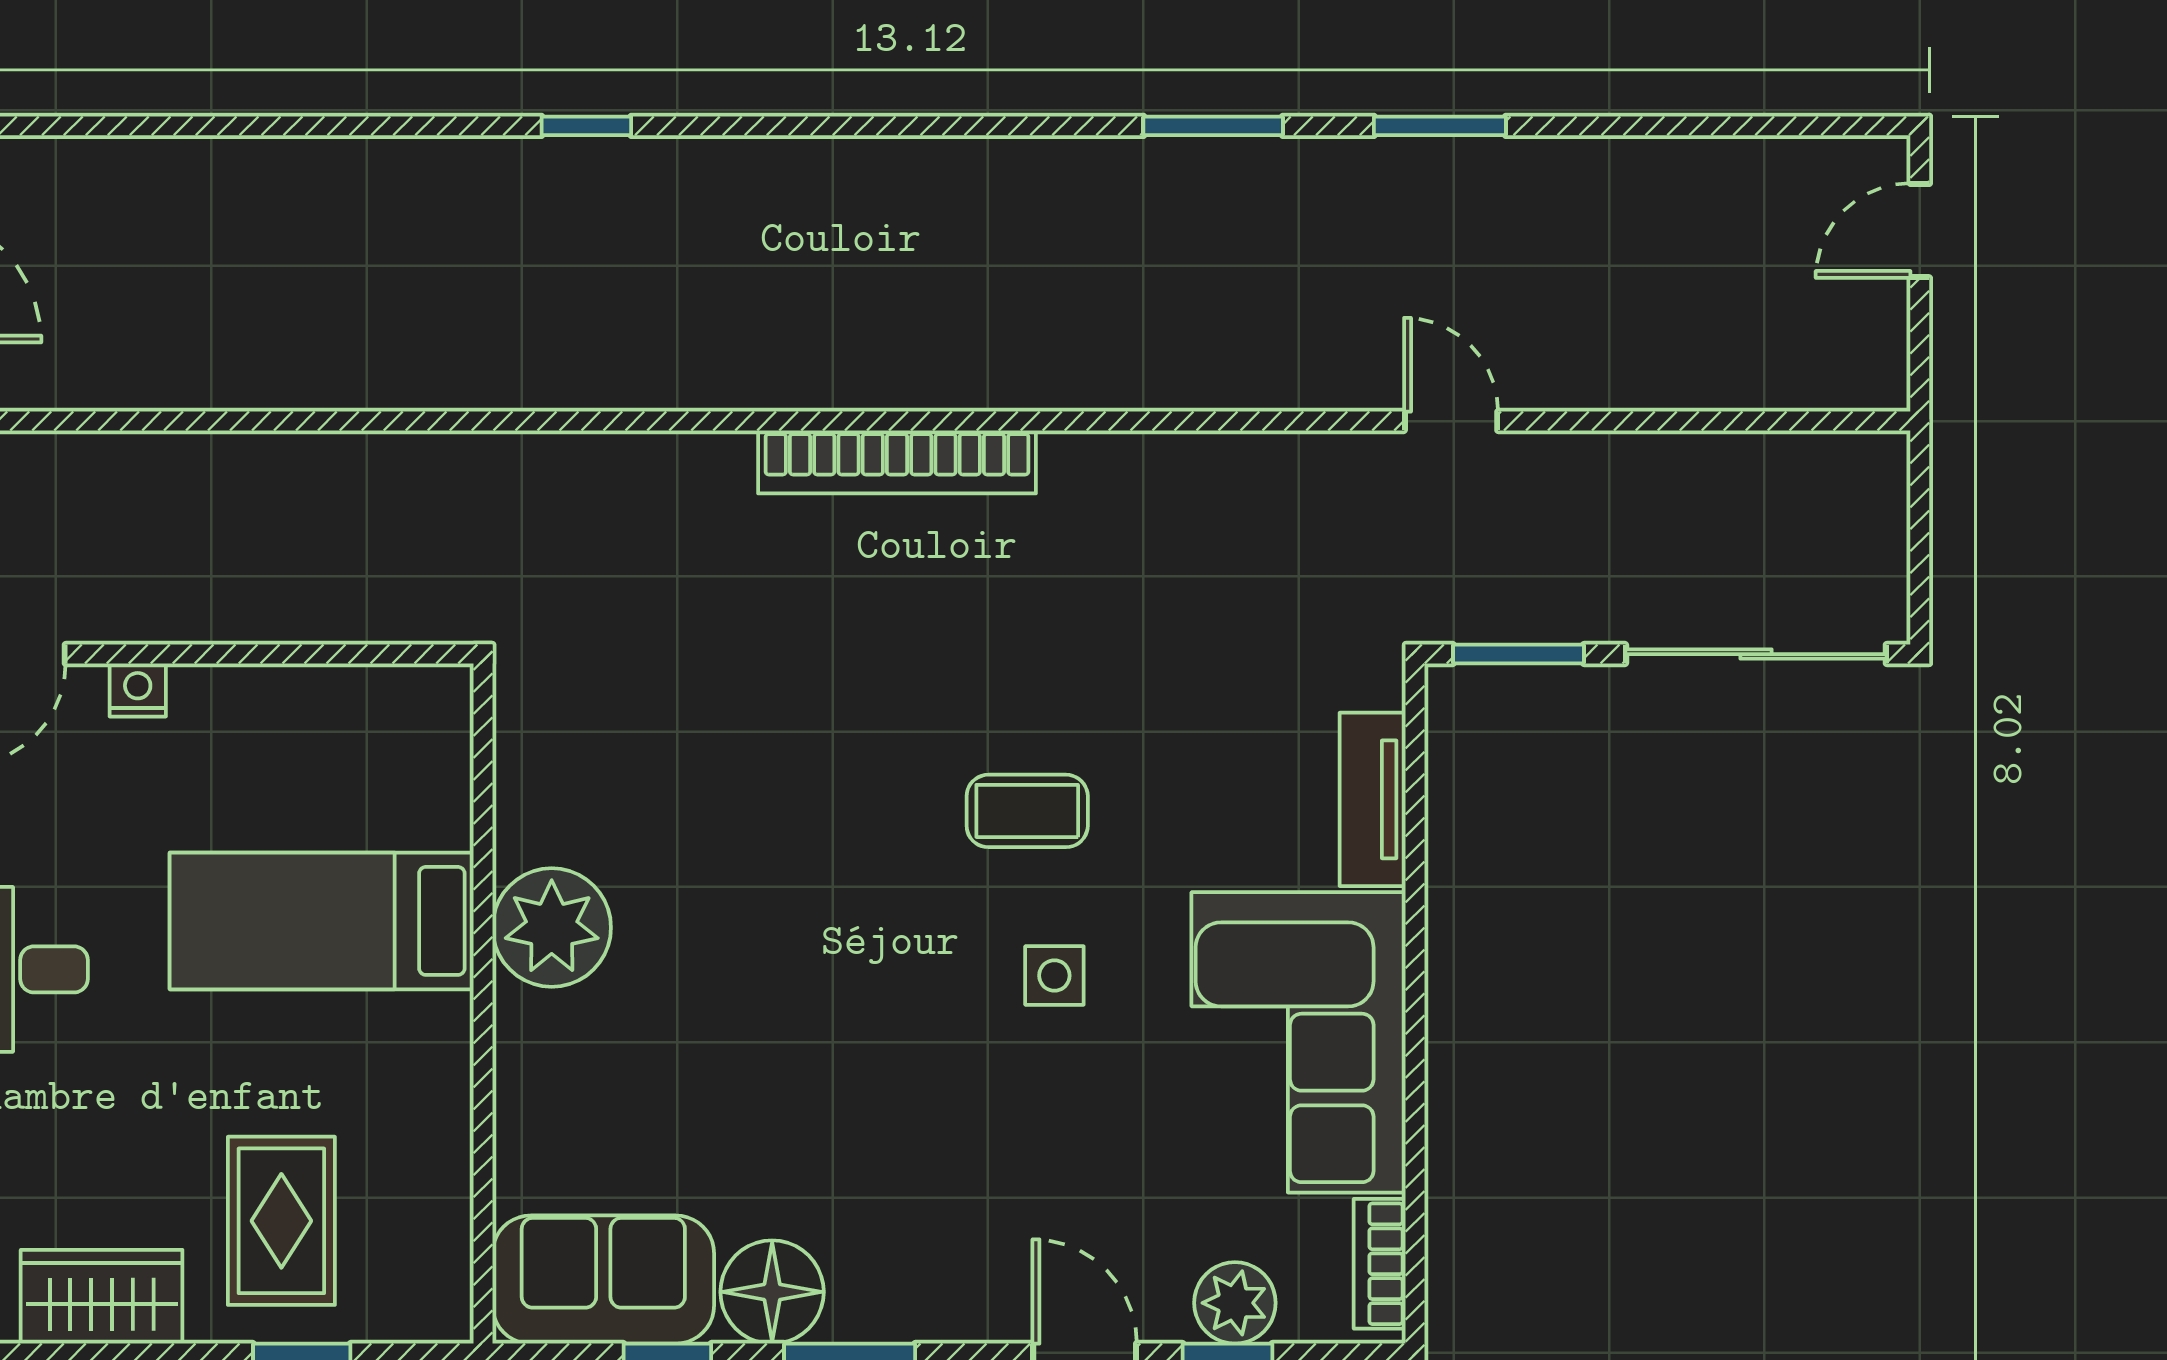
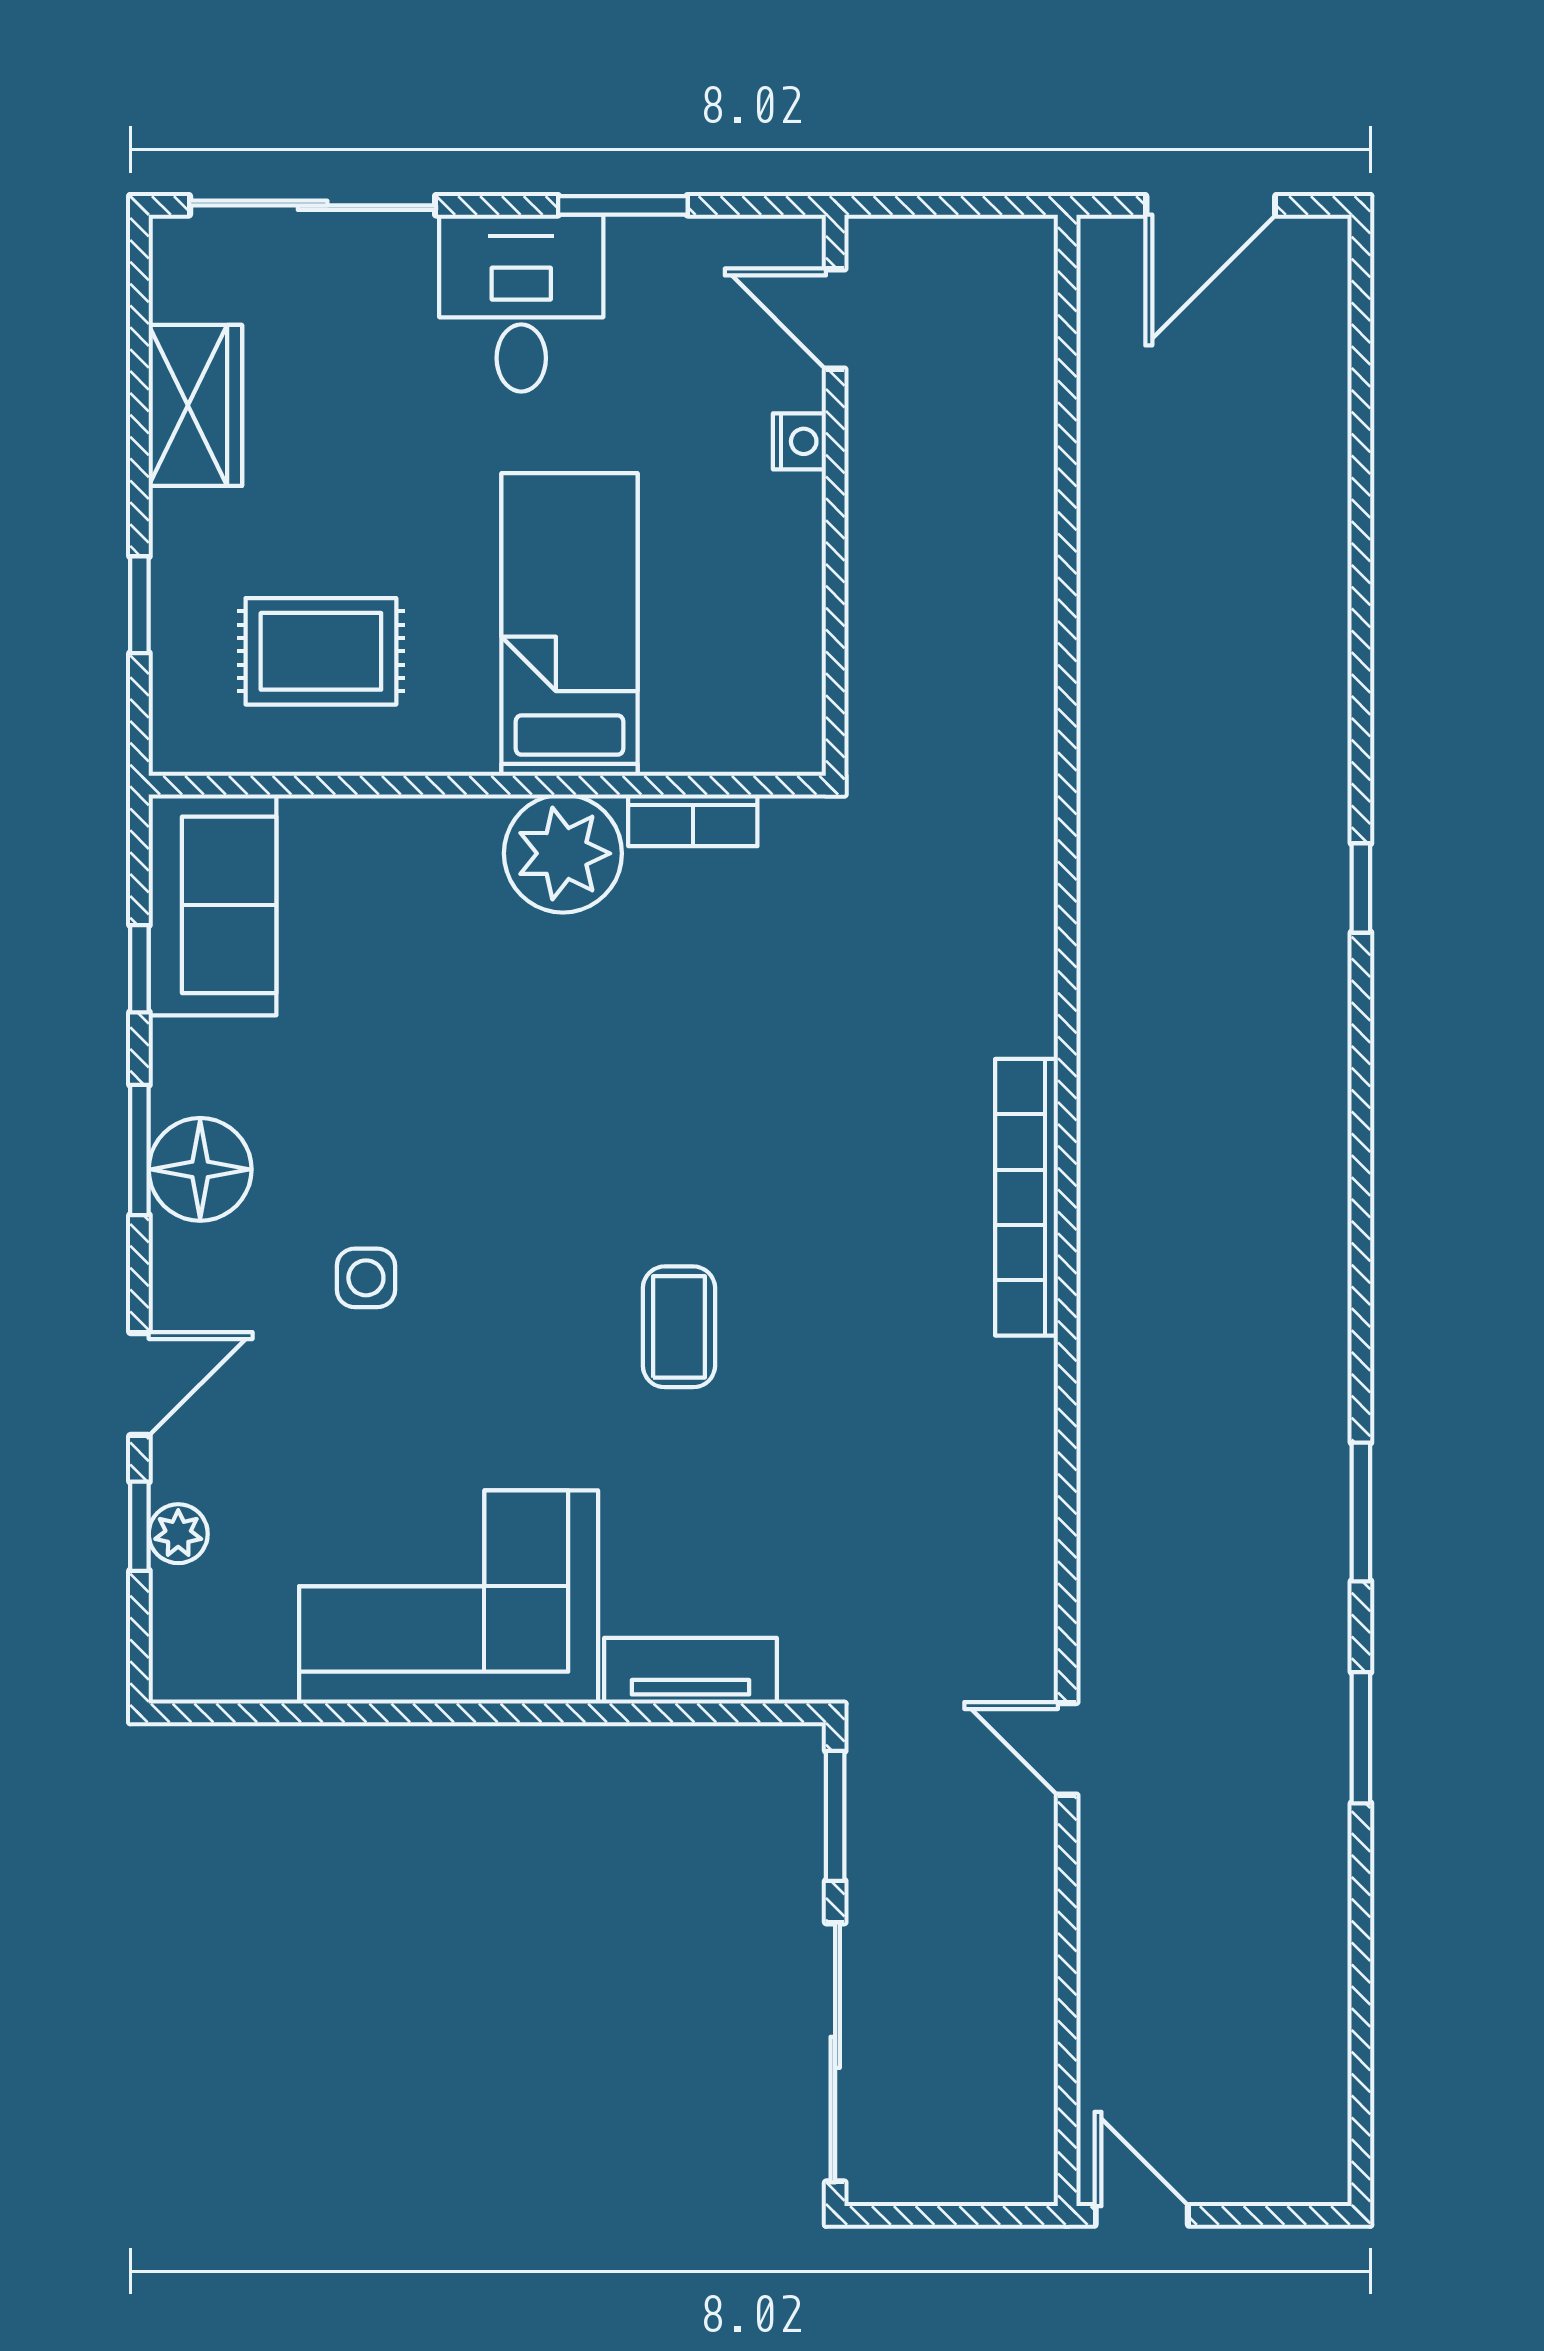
door: (1920, 231) -> (1142, 2215), moved
door: (1451, 421) -> (1067, 1749), swing flipped
side table: (1054, 976) -> (366, 1278), moved
rug: (281, 1221) -> (321, 651), moved
bookcase: (1380, 1264) -> (693, 820), moved, turned 180
floor lamp: (772, 1292) -> (200, 1169), moved
plant: (1235, 1303) -> (178, 1534), width x0.73, depth x0.73

